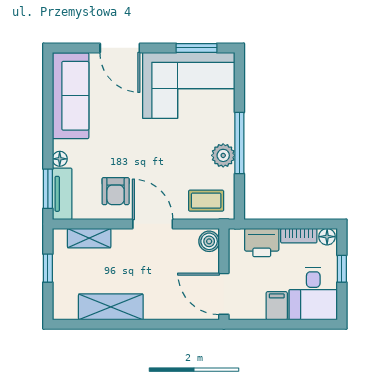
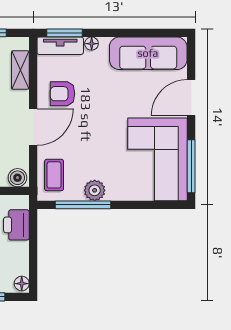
window: (196, 48) -> (191, 166), width x1.44
window: (239, 143) -> (83, 205), moved
bookcase: (299, 236) -> (23, 258), removed

